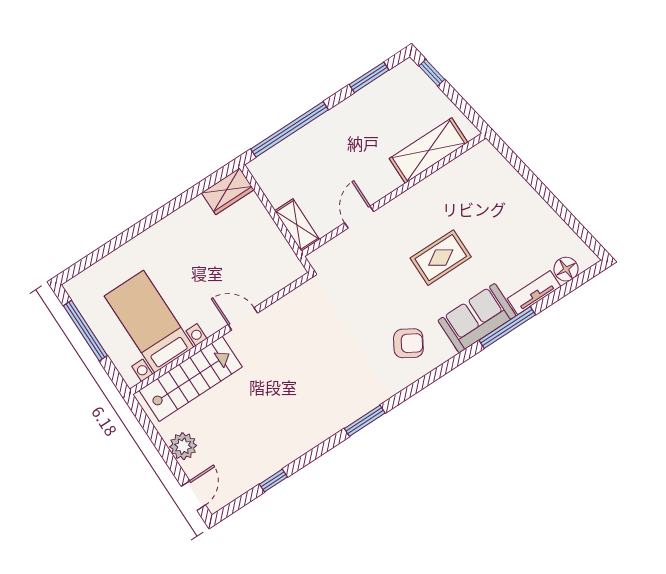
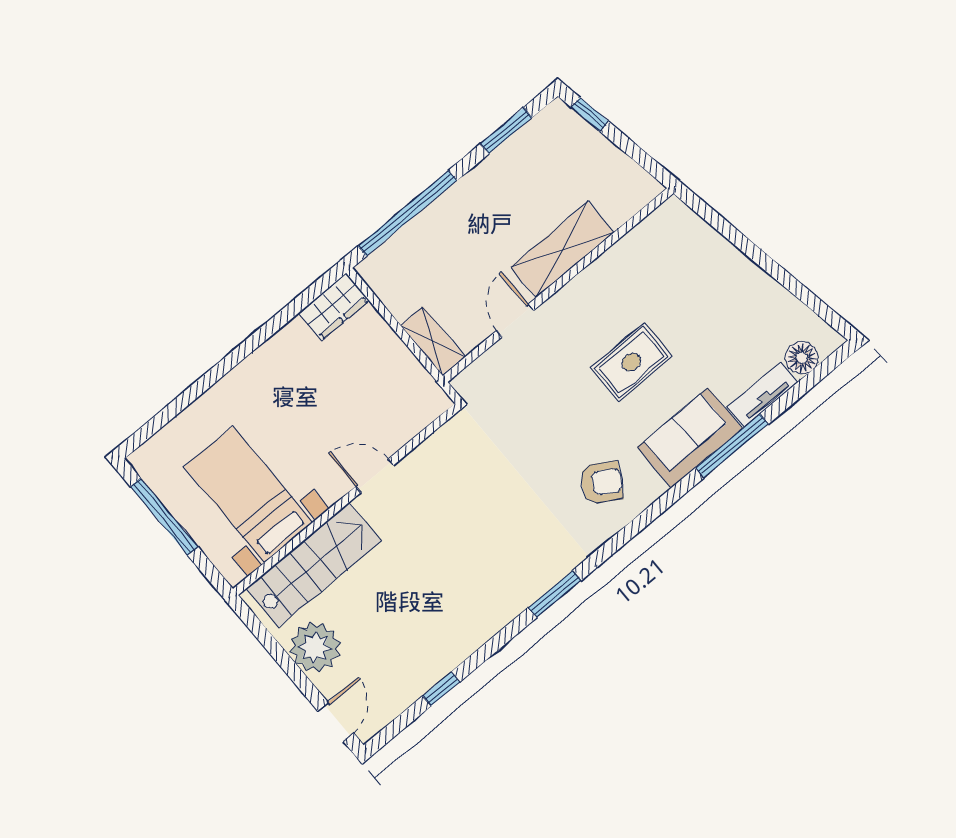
shelving: (428, 150) -> (562, 250), moved
plant: (183, 446) -> (315, 647), width x1.36, depth x1.36

